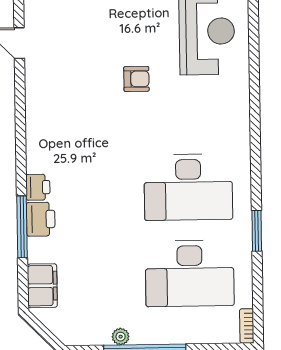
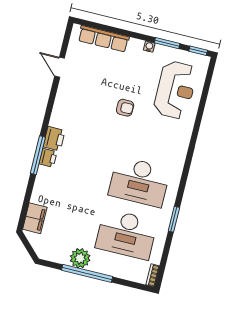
printer: (41, 219) -> (54, 139), moved
window: (22, 227) -> (38, 155), moved
plant: (121, 337) -> (80, 258), width x1.87, depth x1.87

